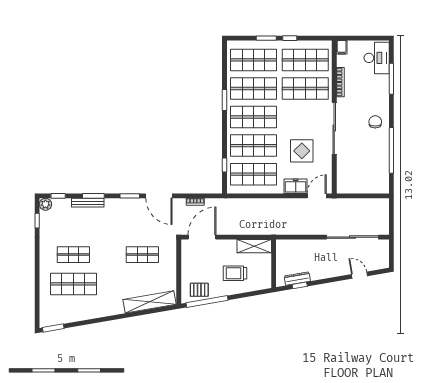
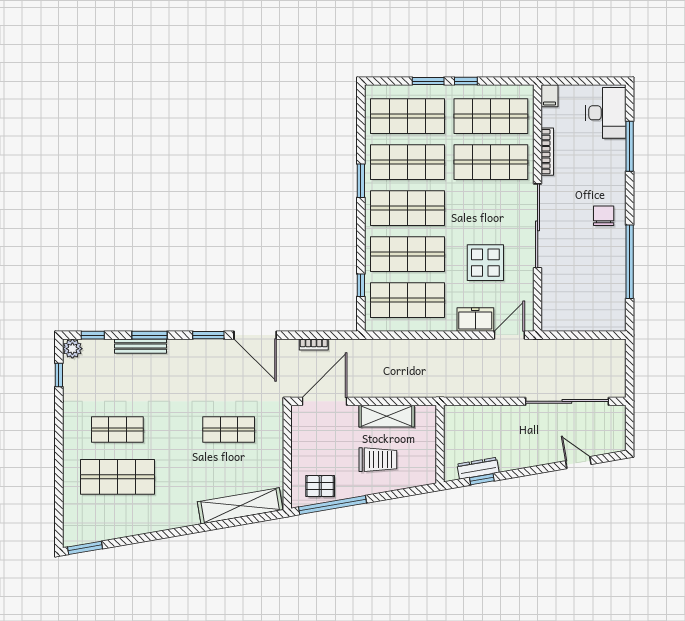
shelving: (254, 246) -> (387, 416), moved
trolley: (235, 273) -> (378, 460), turned 180

